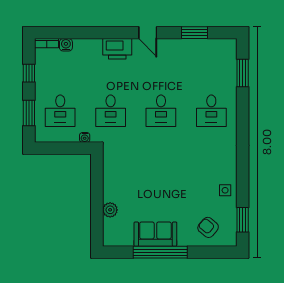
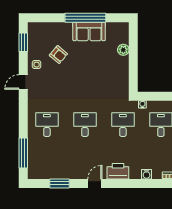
door: (148, 33) -> (95, 183), hinge flipped
water cooler: (66, 45) -> (147, 174), moved
window: (243, 73) -> (23, 153), width x1.44
door: (243, 167) -> (23, 82), added
armchair: (208, 227) -> (58, 55), moved

